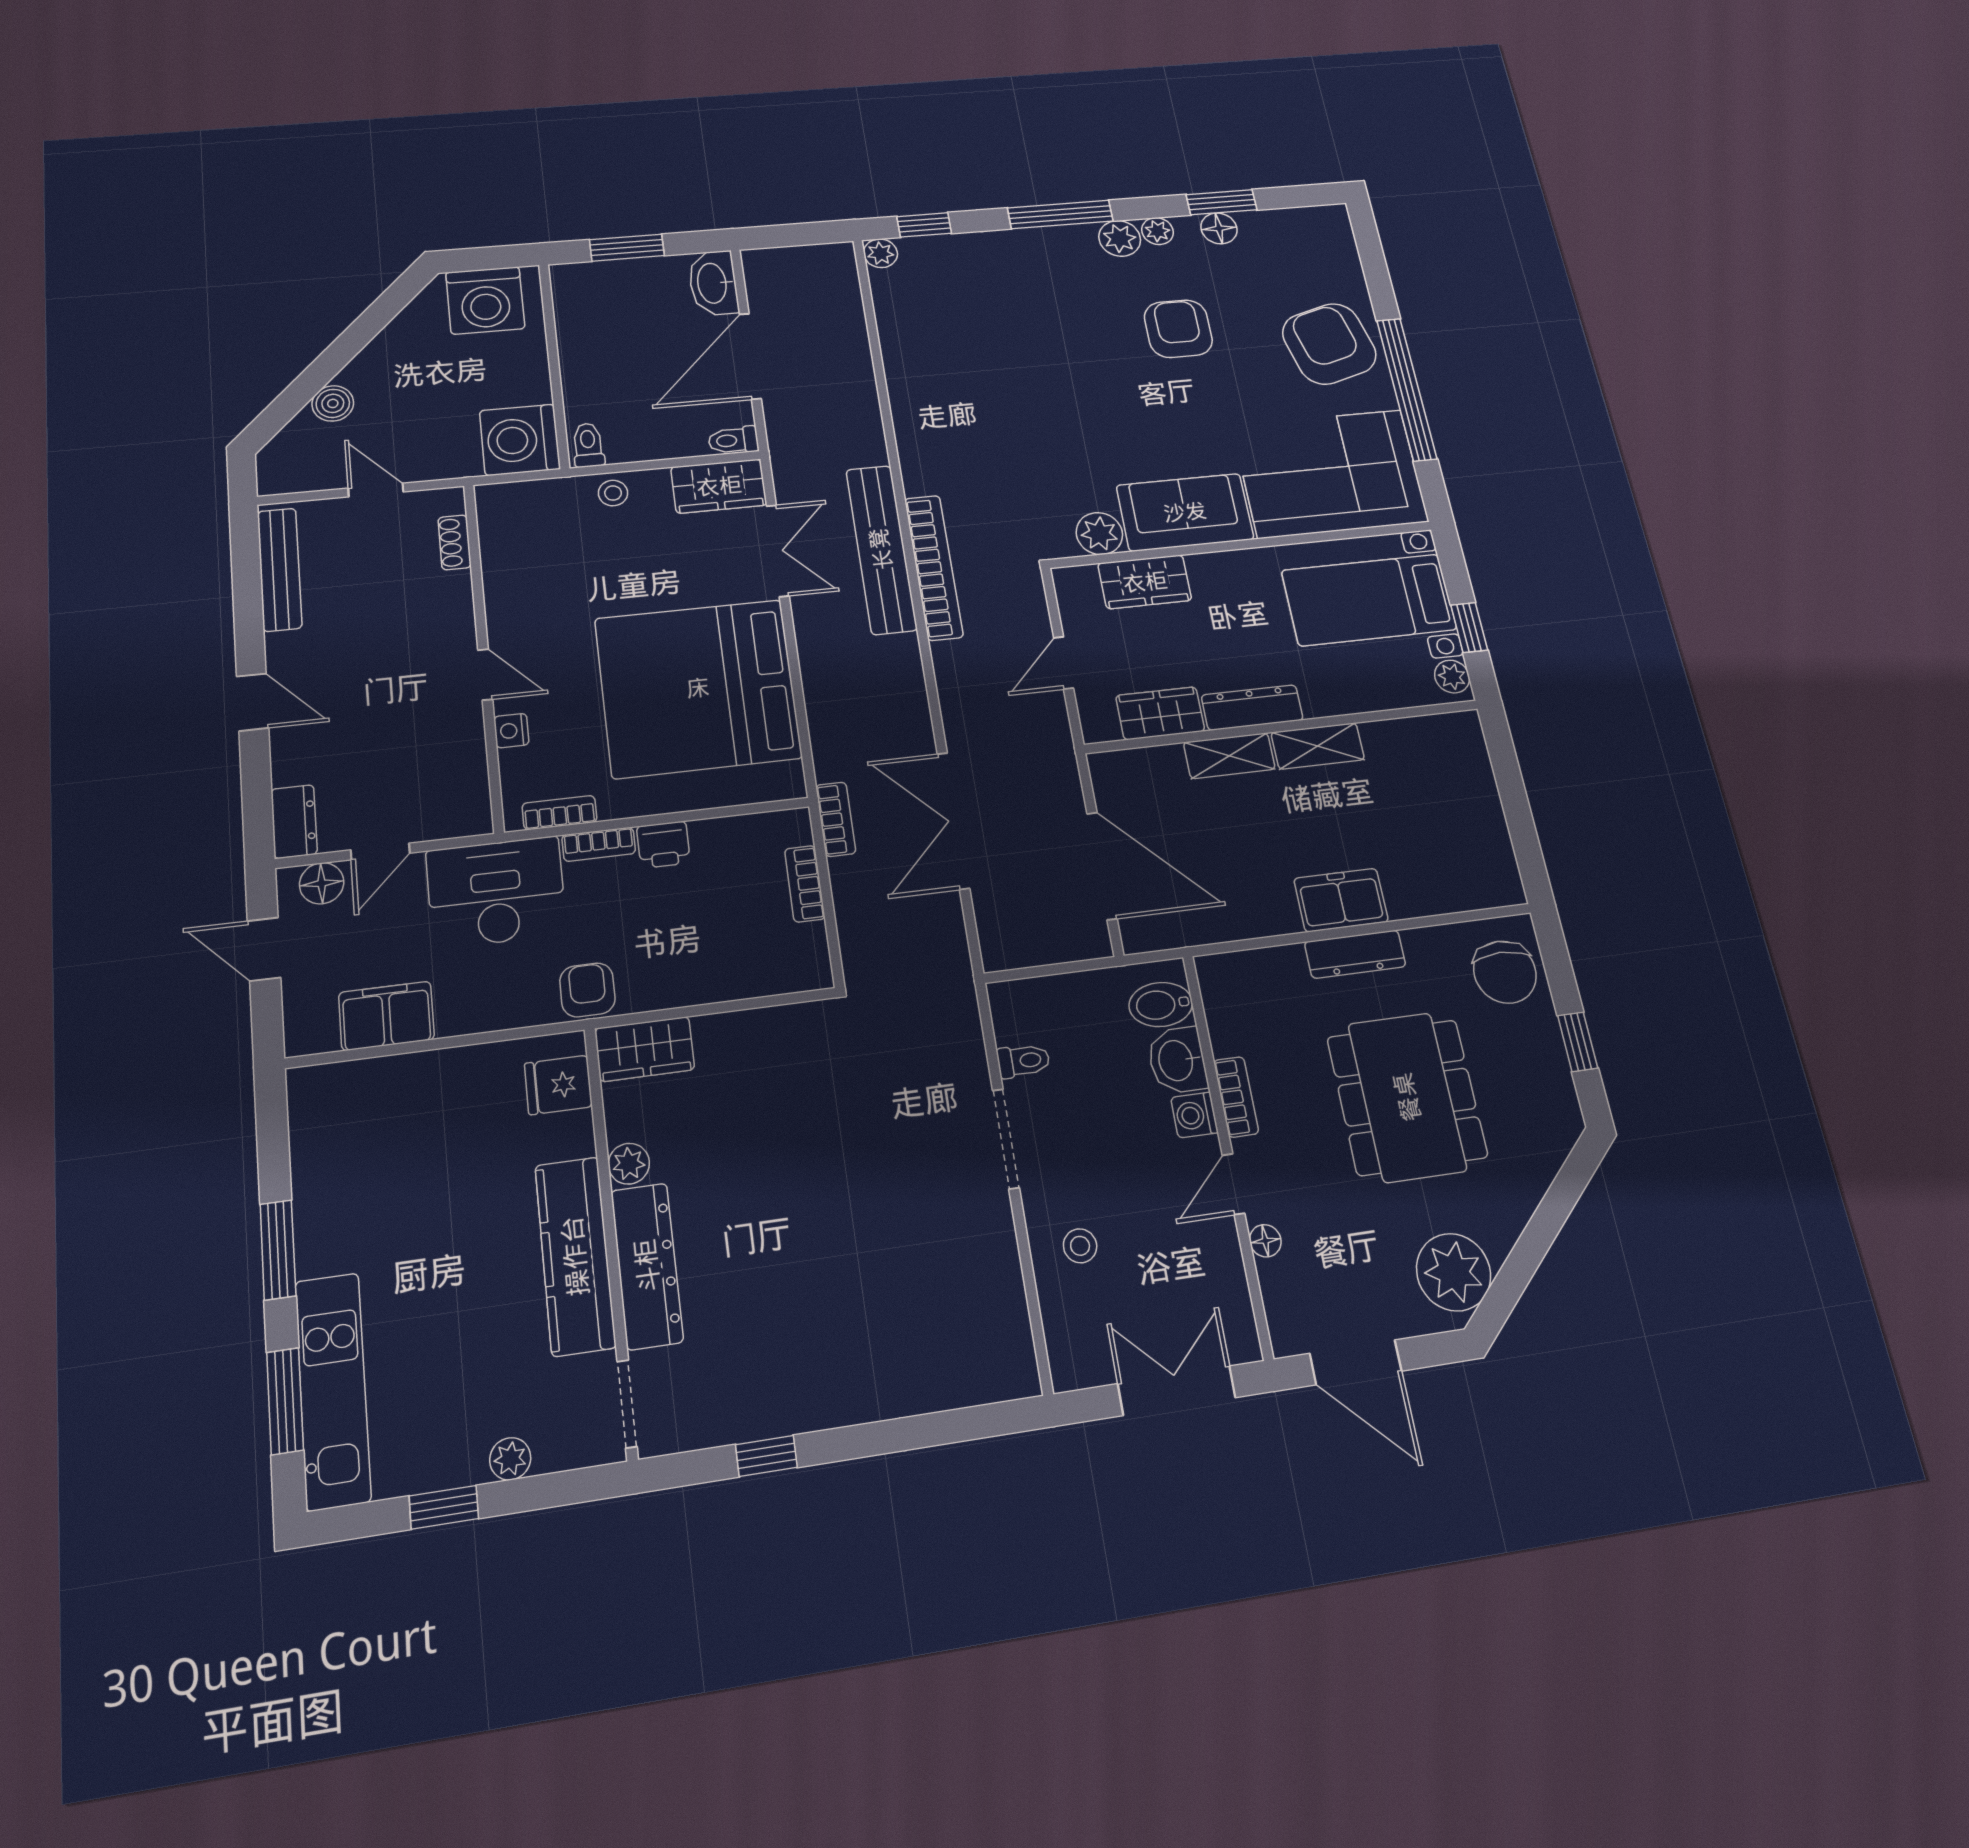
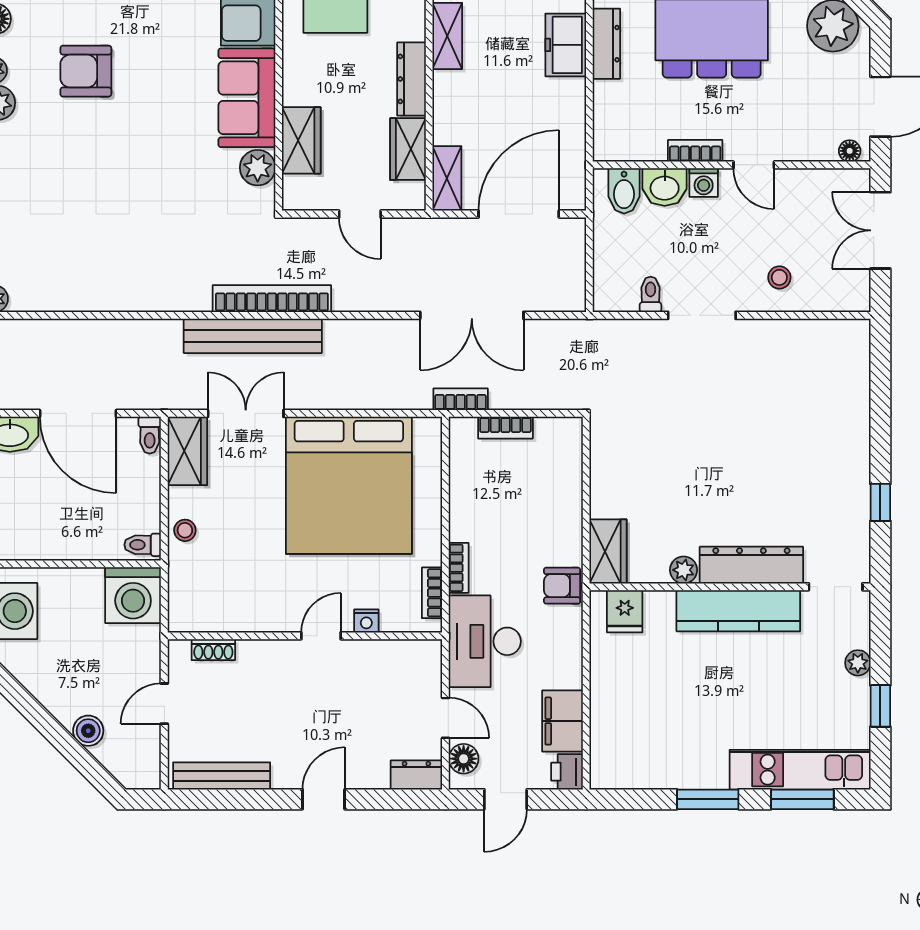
shelving: (1229, 756) -> (447, 178), moved
printer: (663, 845) -> (567, 772), moved, turned 180
floor lamp: (1265, 1241) -> (850, 151), moved

